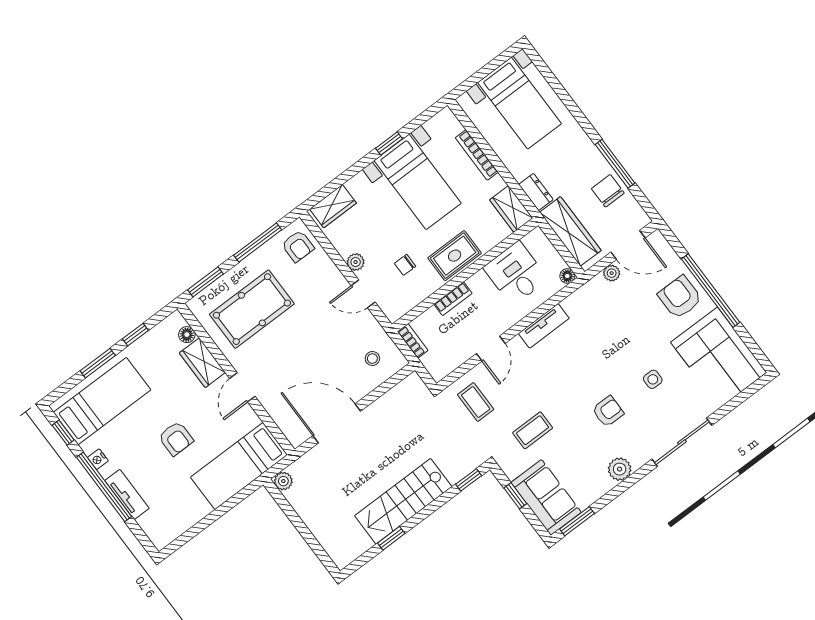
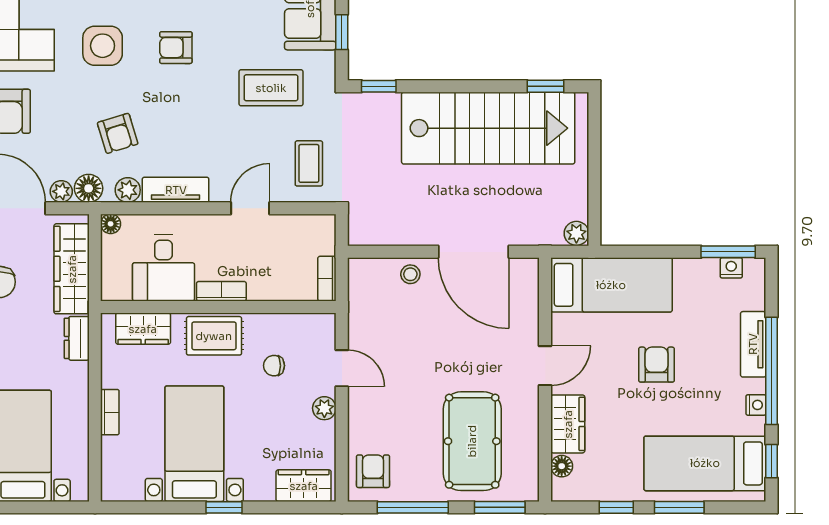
window: (389, 143) -> (224, 507), moved
bookcase: (477, 155) -> (110, 412), width x0.64
wardrobe: (511, 209) -> (143, 329), moved, turned 90
chair: (405, 265) -> (274, 366), turned 180
floor lamp: (597, 287) -> (89, 188), added
bookcase: (453, 299) -> (221, 291), moved
plant: (572, 304) -> (128, 190), added
pool table: (252, 309) -> (472, 441), turned 90
armchair: (604, 334) -> (118, 133), added
stool: (372, 359) -> (410, 274), moved
side table: (653, 379) -> (103, 46), width x1.87, depth x1.87
coffee table: (533, 430) -> (271, 88), width x1.36, depth x1.30
stairs: (403, 501) -> (488, 128), width x1.36, depth x1.51
nightstand: (175, 530) -> (731, 268), added
window: (391, 538) -> (546, 86), moved
window: (184, 539) -> (728, 252), added

